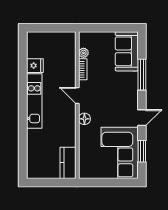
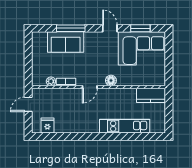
door: (58, 28) -> (28, 104), added
sofa: (127, 51) -> (66, 42), moved
fridge: (35, 66) -> (47, 126), moved
kitchen unit: (34, 101) -> (125, 126), moved

